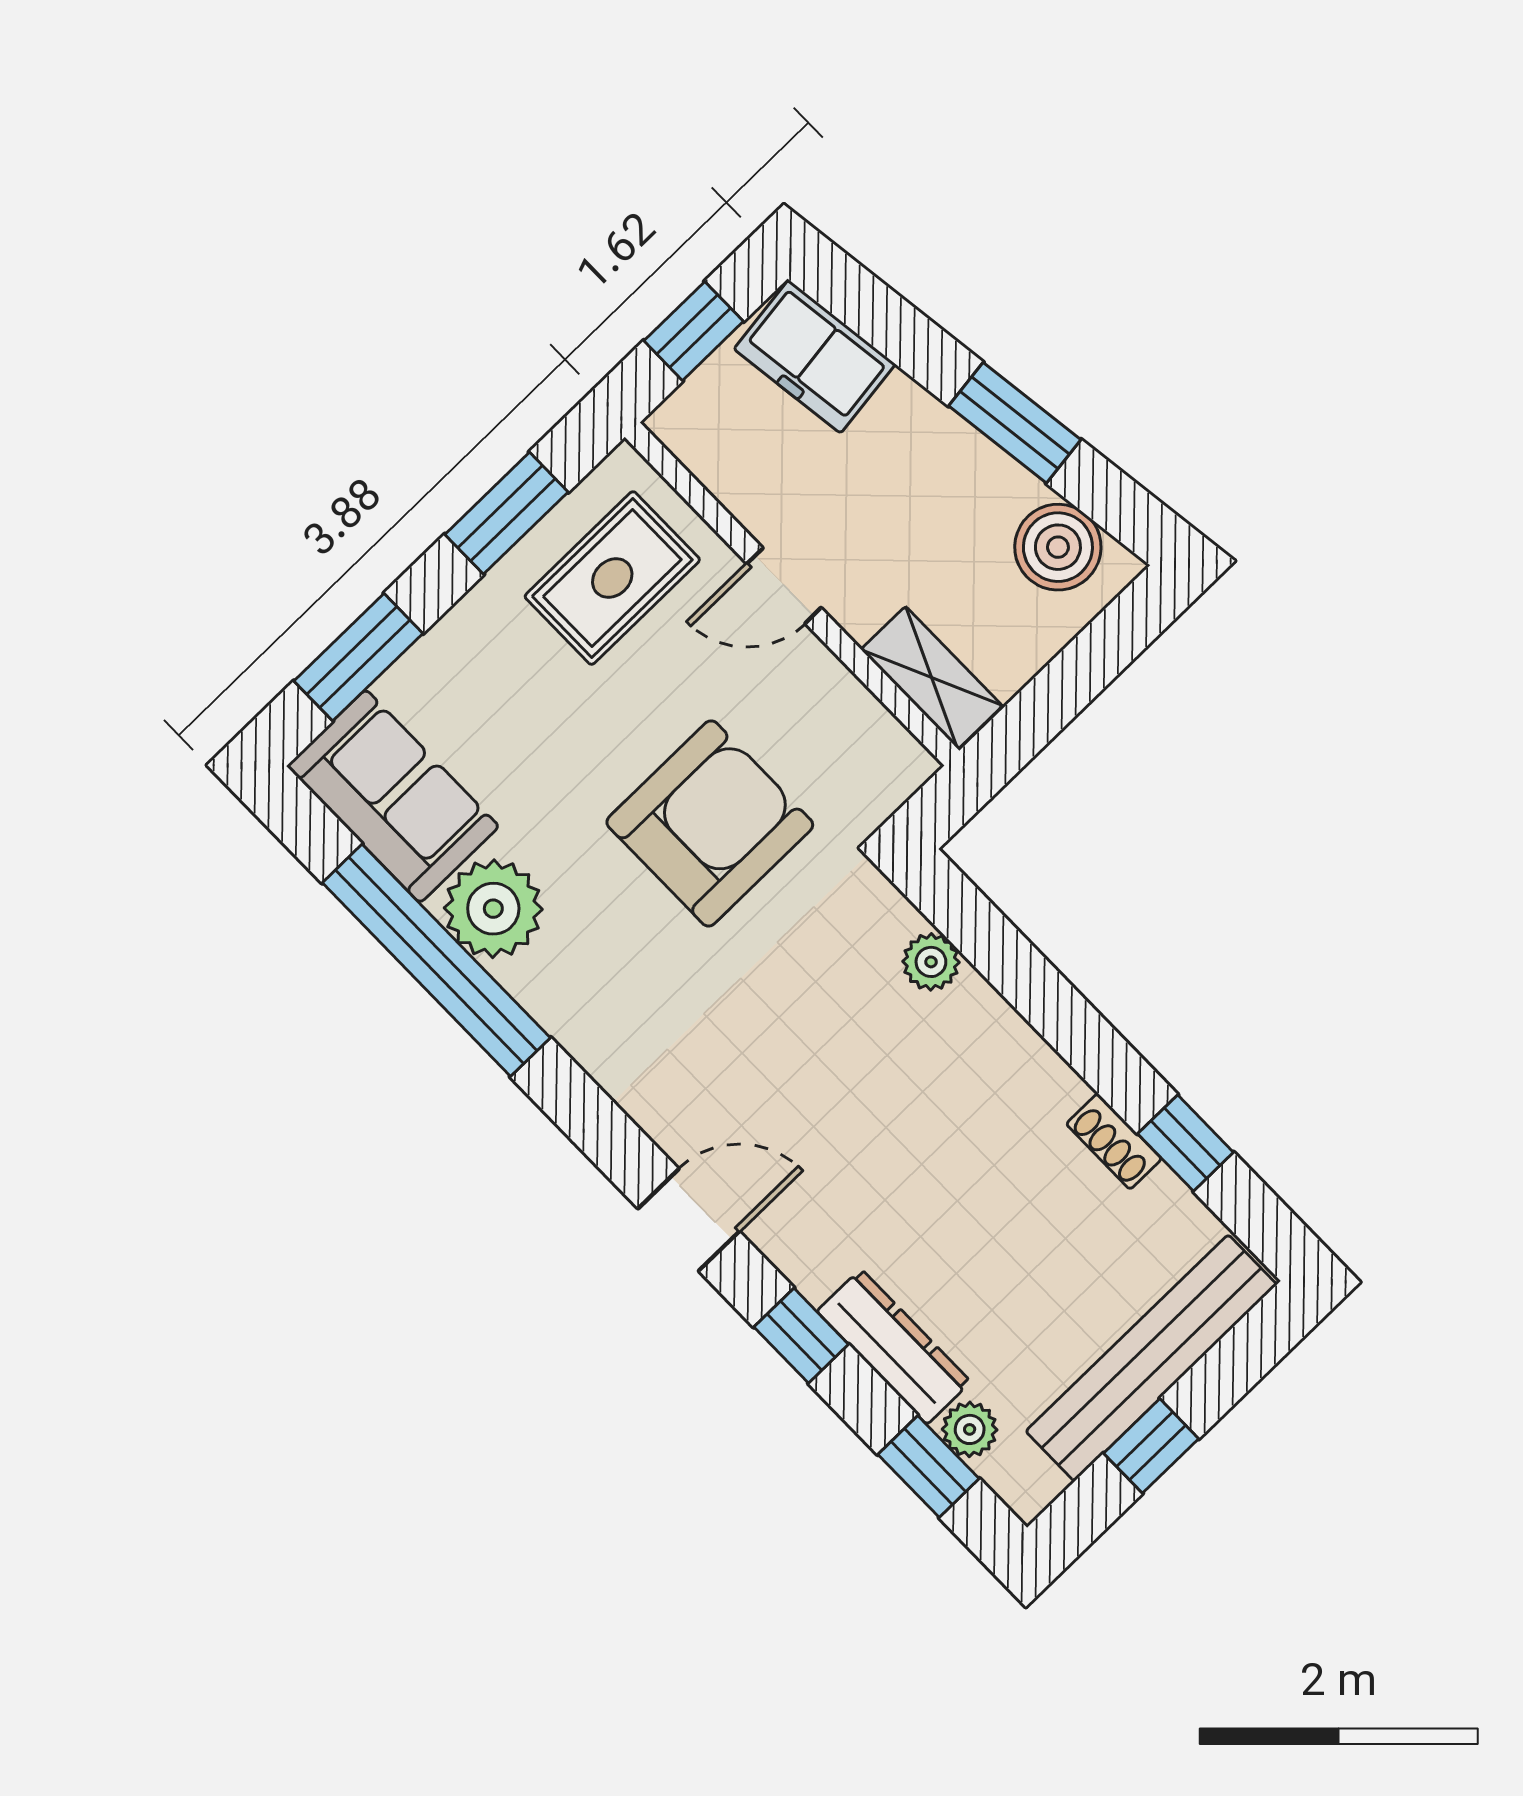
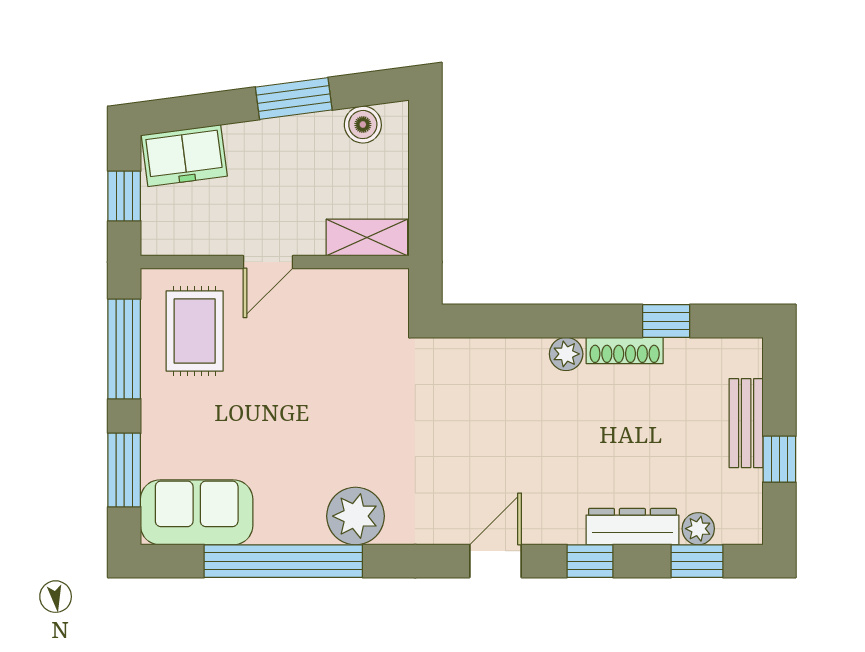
window: (506, 513) -> (124, 349), width x1.44
boiler: (1058, 547) -> (363, 125), width x0.73, depth x0.73
armchair: (710, 823) -> (338, 390), removed
plant: (493, 909) -> (355, 516), moved
plant: (931, 962) -> (566, 354), moved
shoe rack: (1114, 1141) -> (625, 350), width x1.43
bench: (1151, 1358) -> (746, 423), width x0.54, depth x0.82

